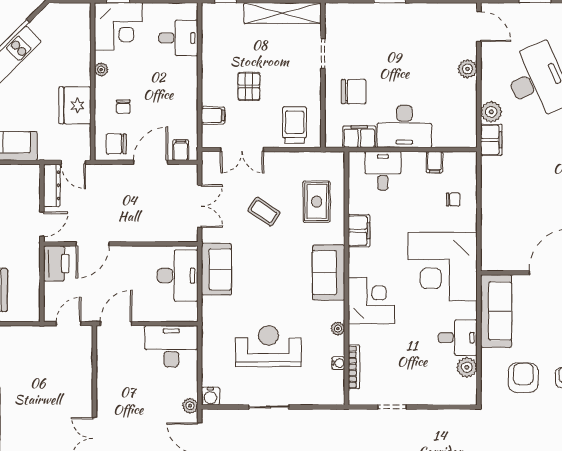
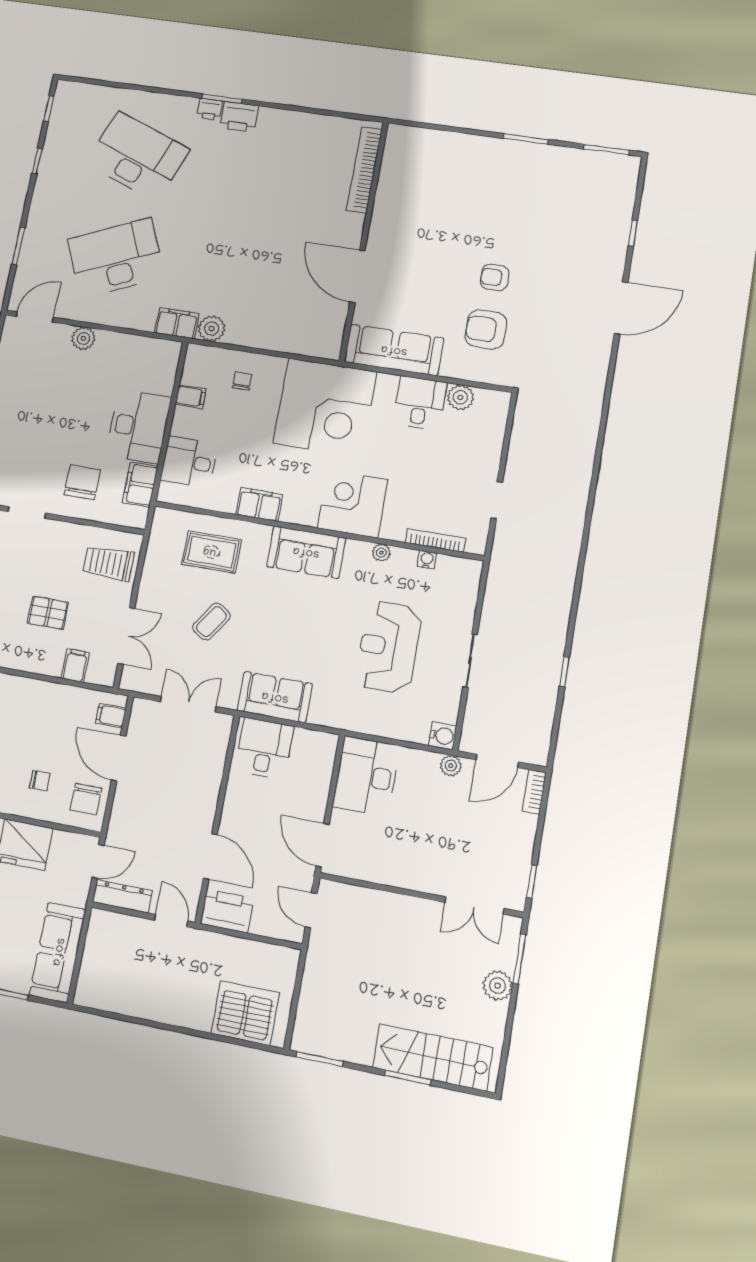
plant: (491, 112) -> (212, 328), moved
desk: (178, 276) -> (264, 748), width x0.73

